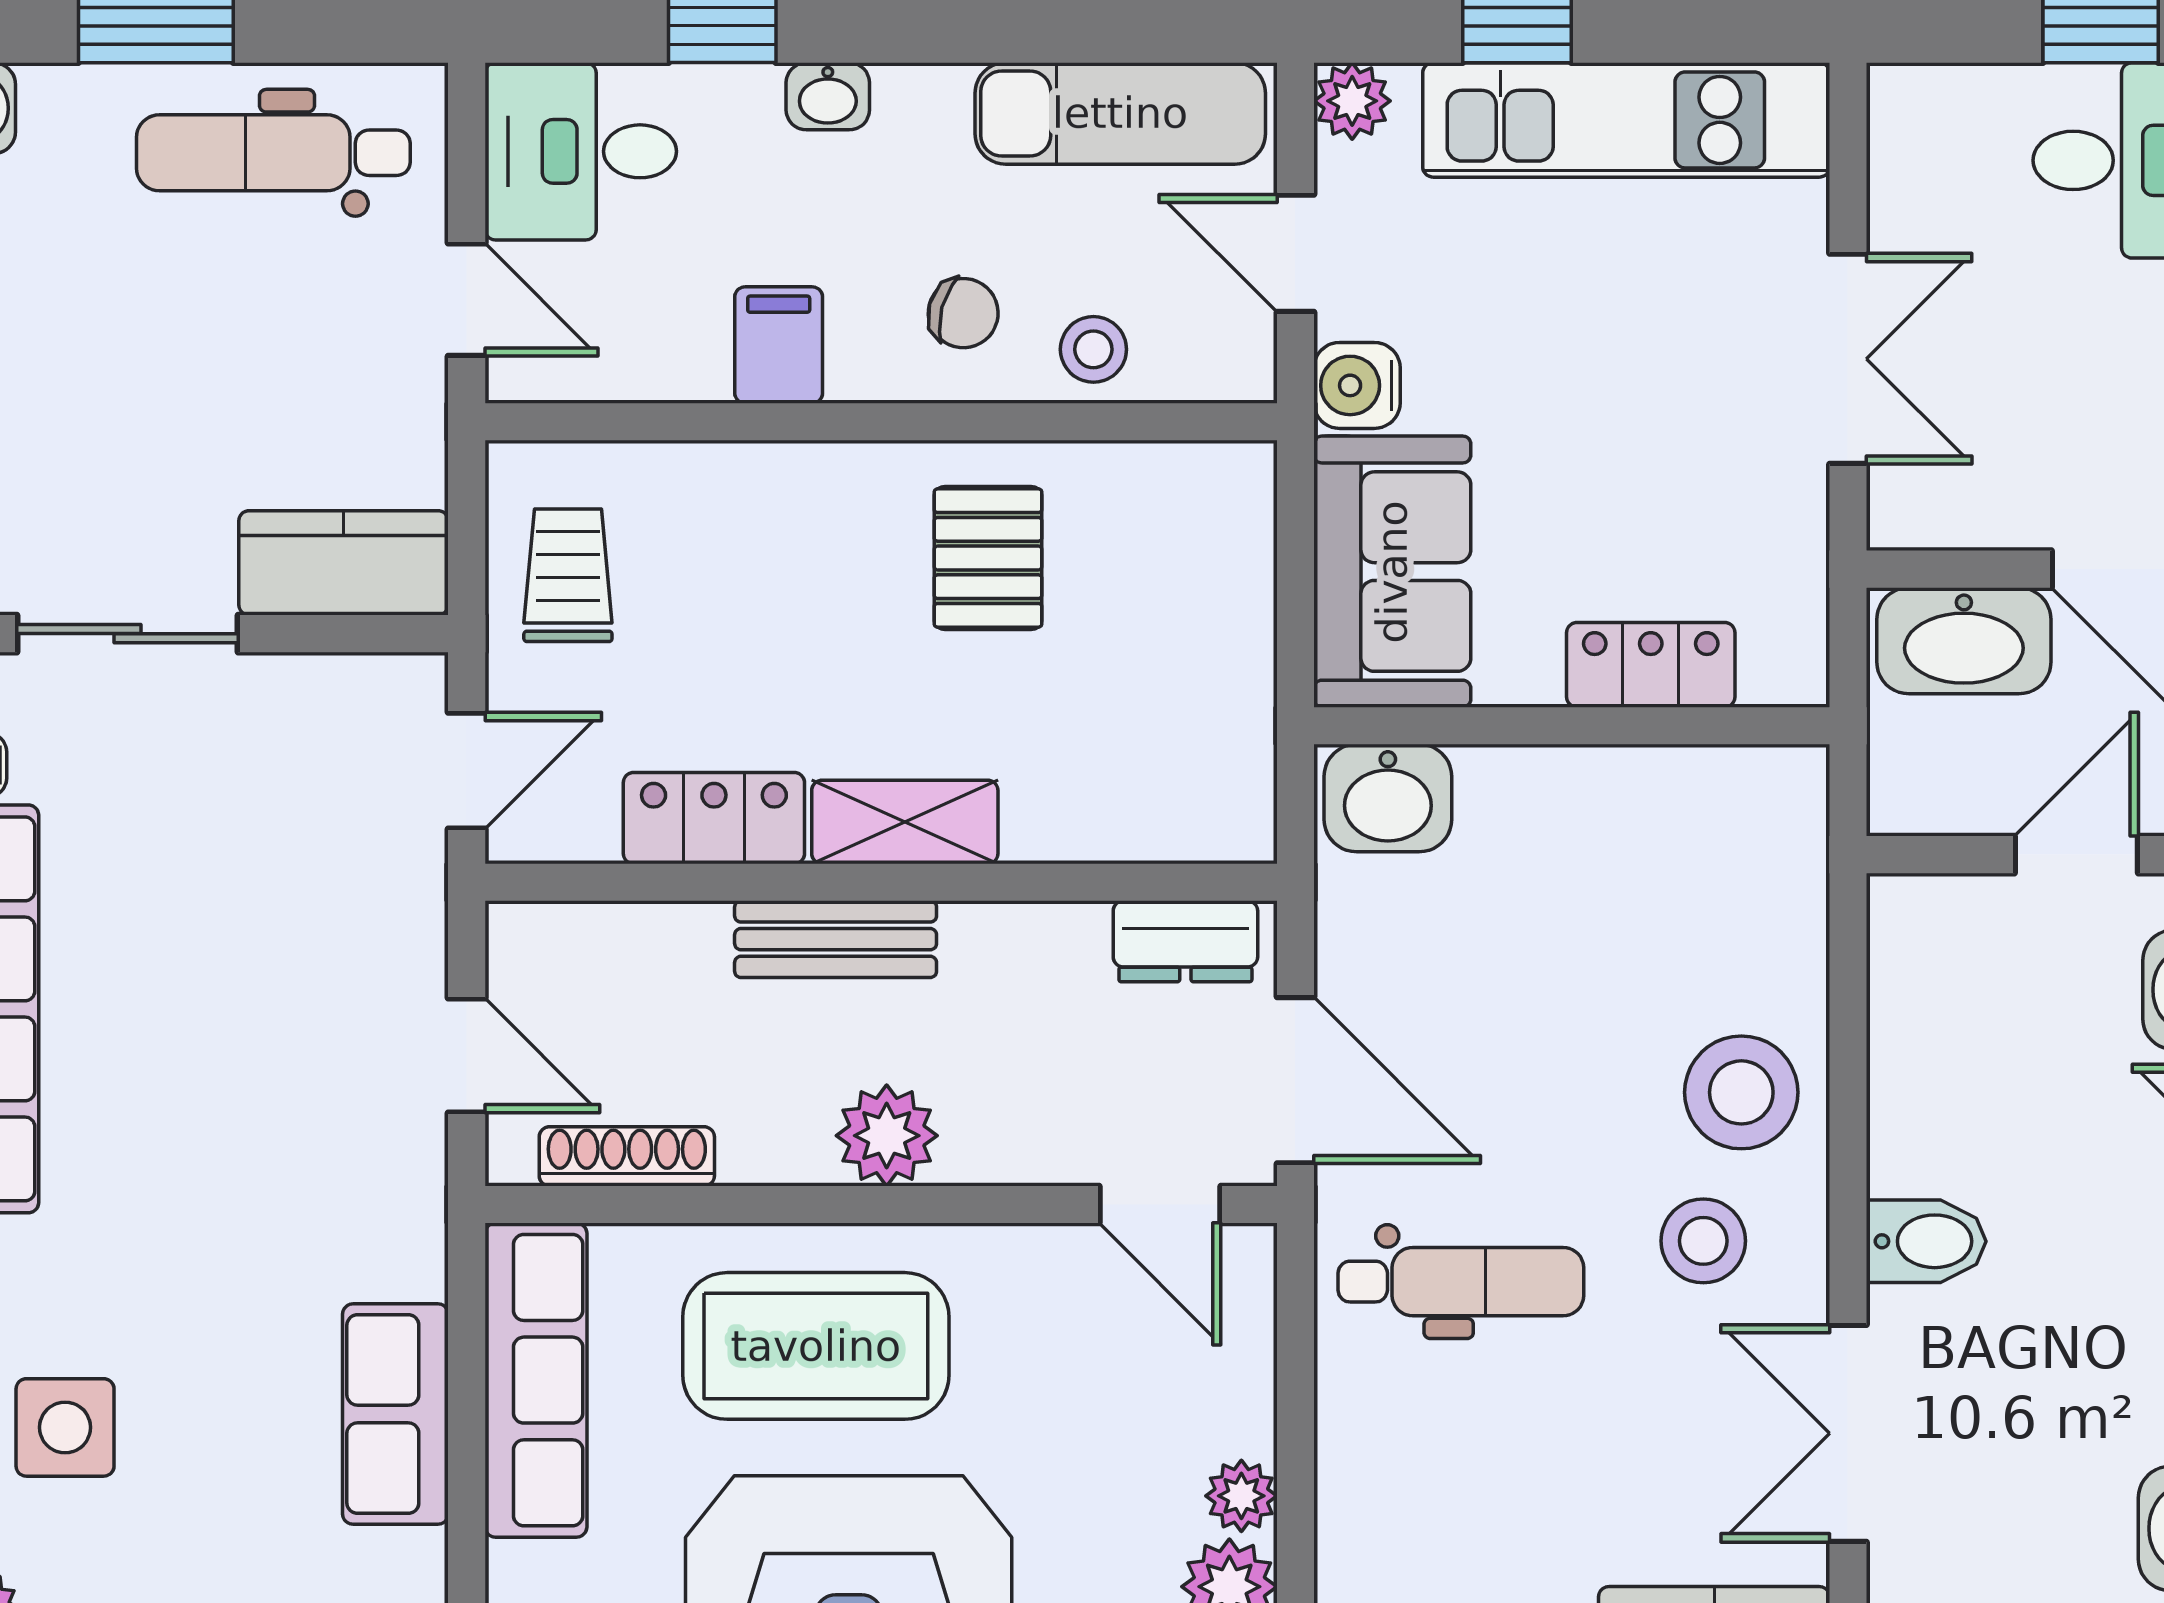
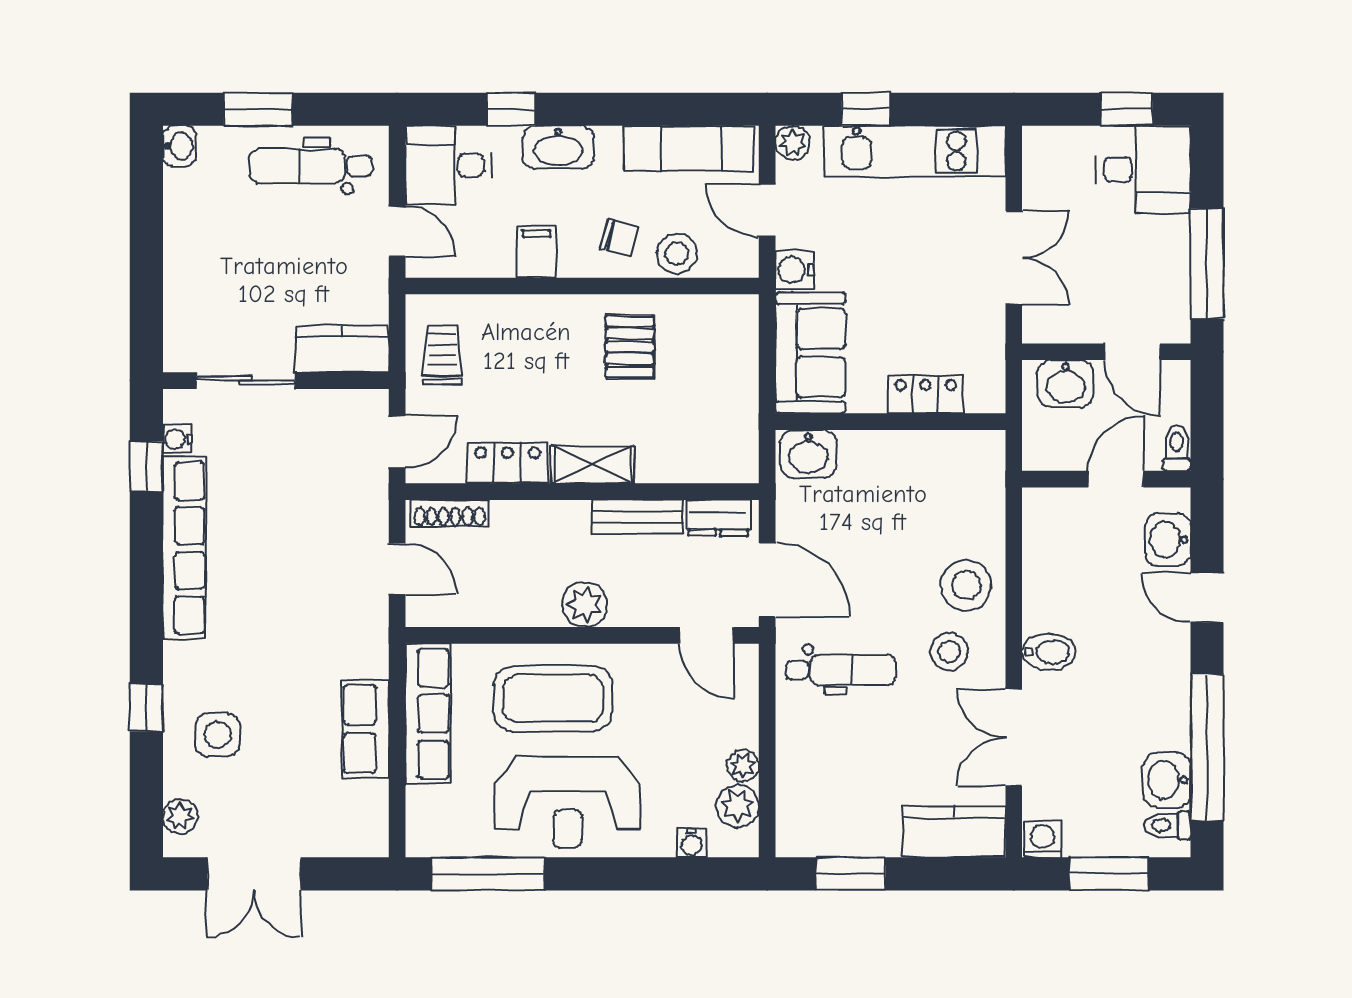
washbasin: (828, 96) -> (558, 147), width x1.91, depth x1.45
stool: (1093, 349) -> (677, 254), width x1.37, depth x1.37
washbasin: (1964, 641) -> (1065, 384), width x0.72
bench: (836, 939) -> (637, 517), moved
shoe rack: (627, 1156) -> (450, 513), moved, turned 180

